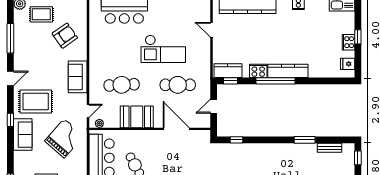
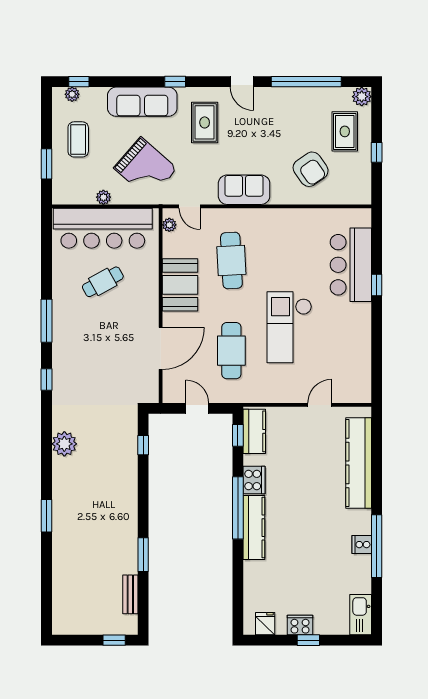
window: (10, 38) -> (306, 82), width x1.46
rug: (36, 102) -> (205, 122), width x0.73, depth x0.70
sofa: (23, 135) -> (142, 102), width x1.36
plant: (82, 164) -> (103, 197), added

